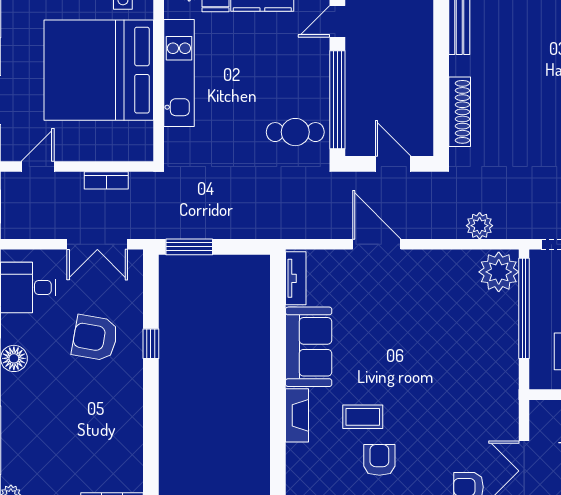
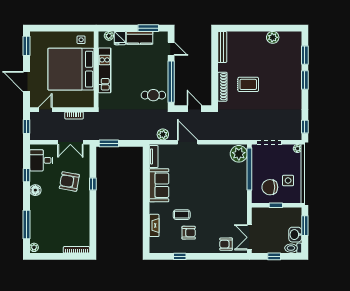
door: (337, 21) -> (171, 49), swing flipped
rug: (521, 106) -> (248, 84), added
plant: (480, 226) -> (163, 134), moved
fireplace: (297, 415) -> (154, 225), moved
armchair: (379, 460) -> (189, 233), turned 90

